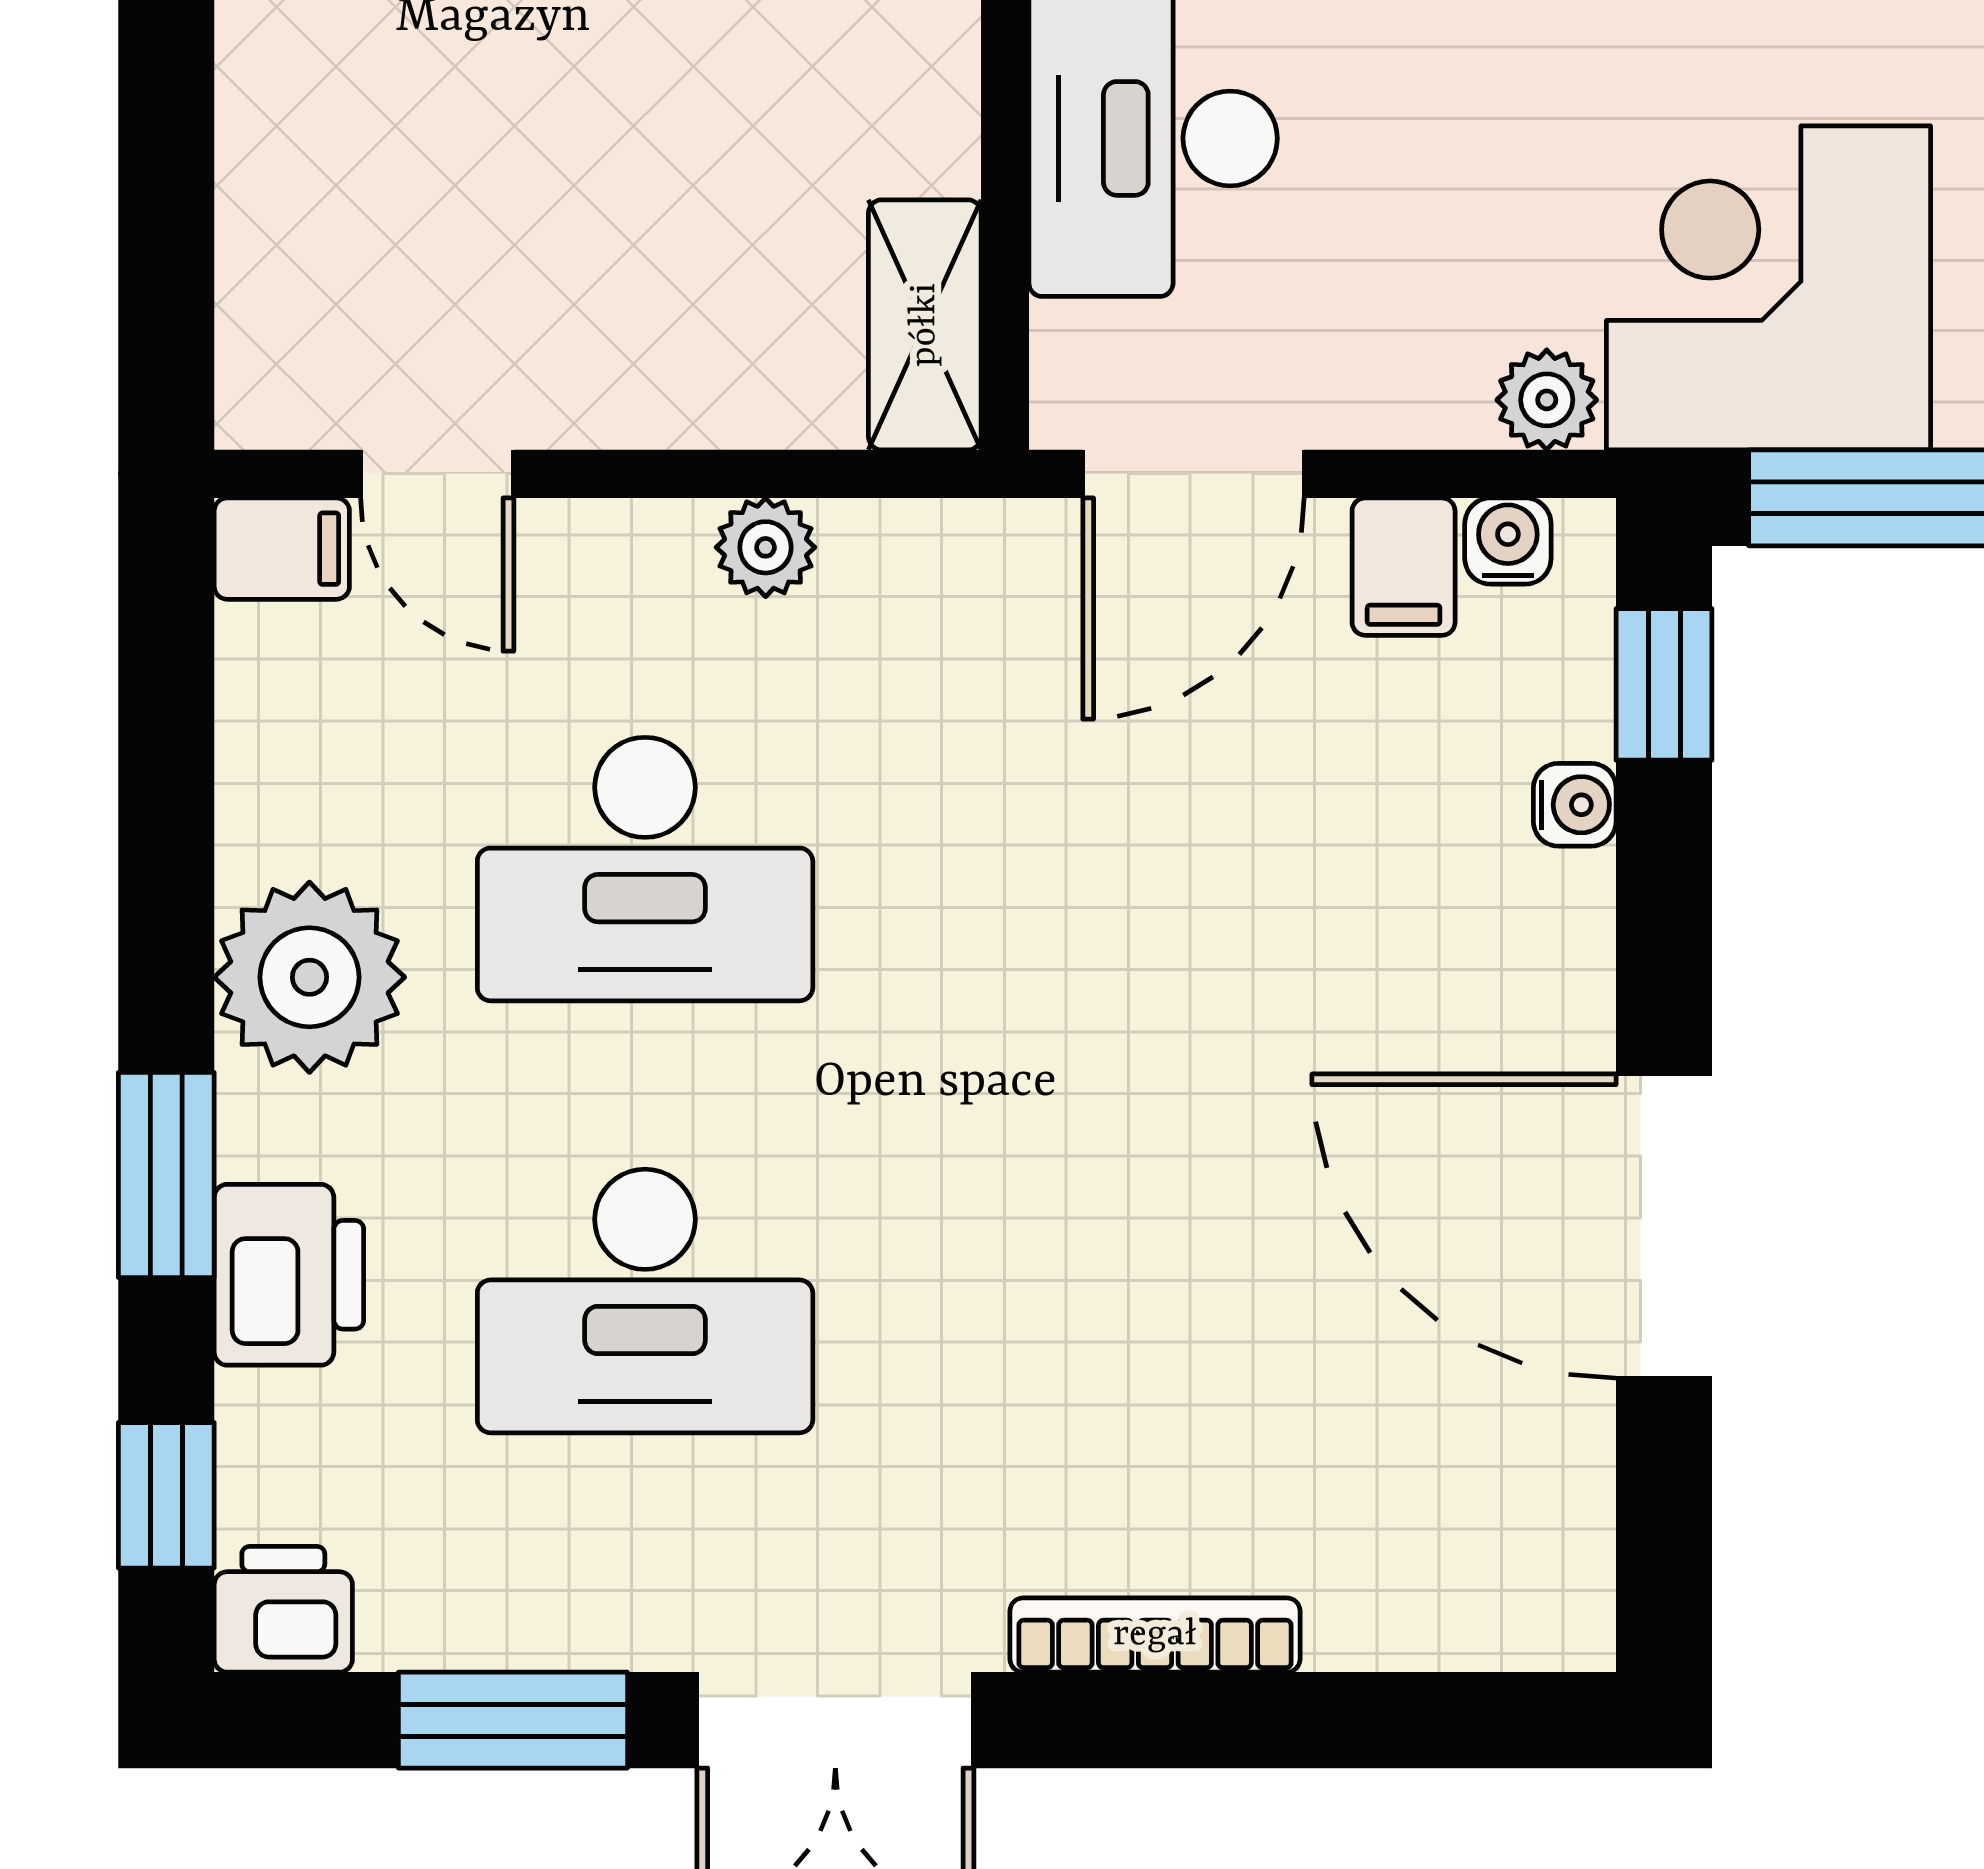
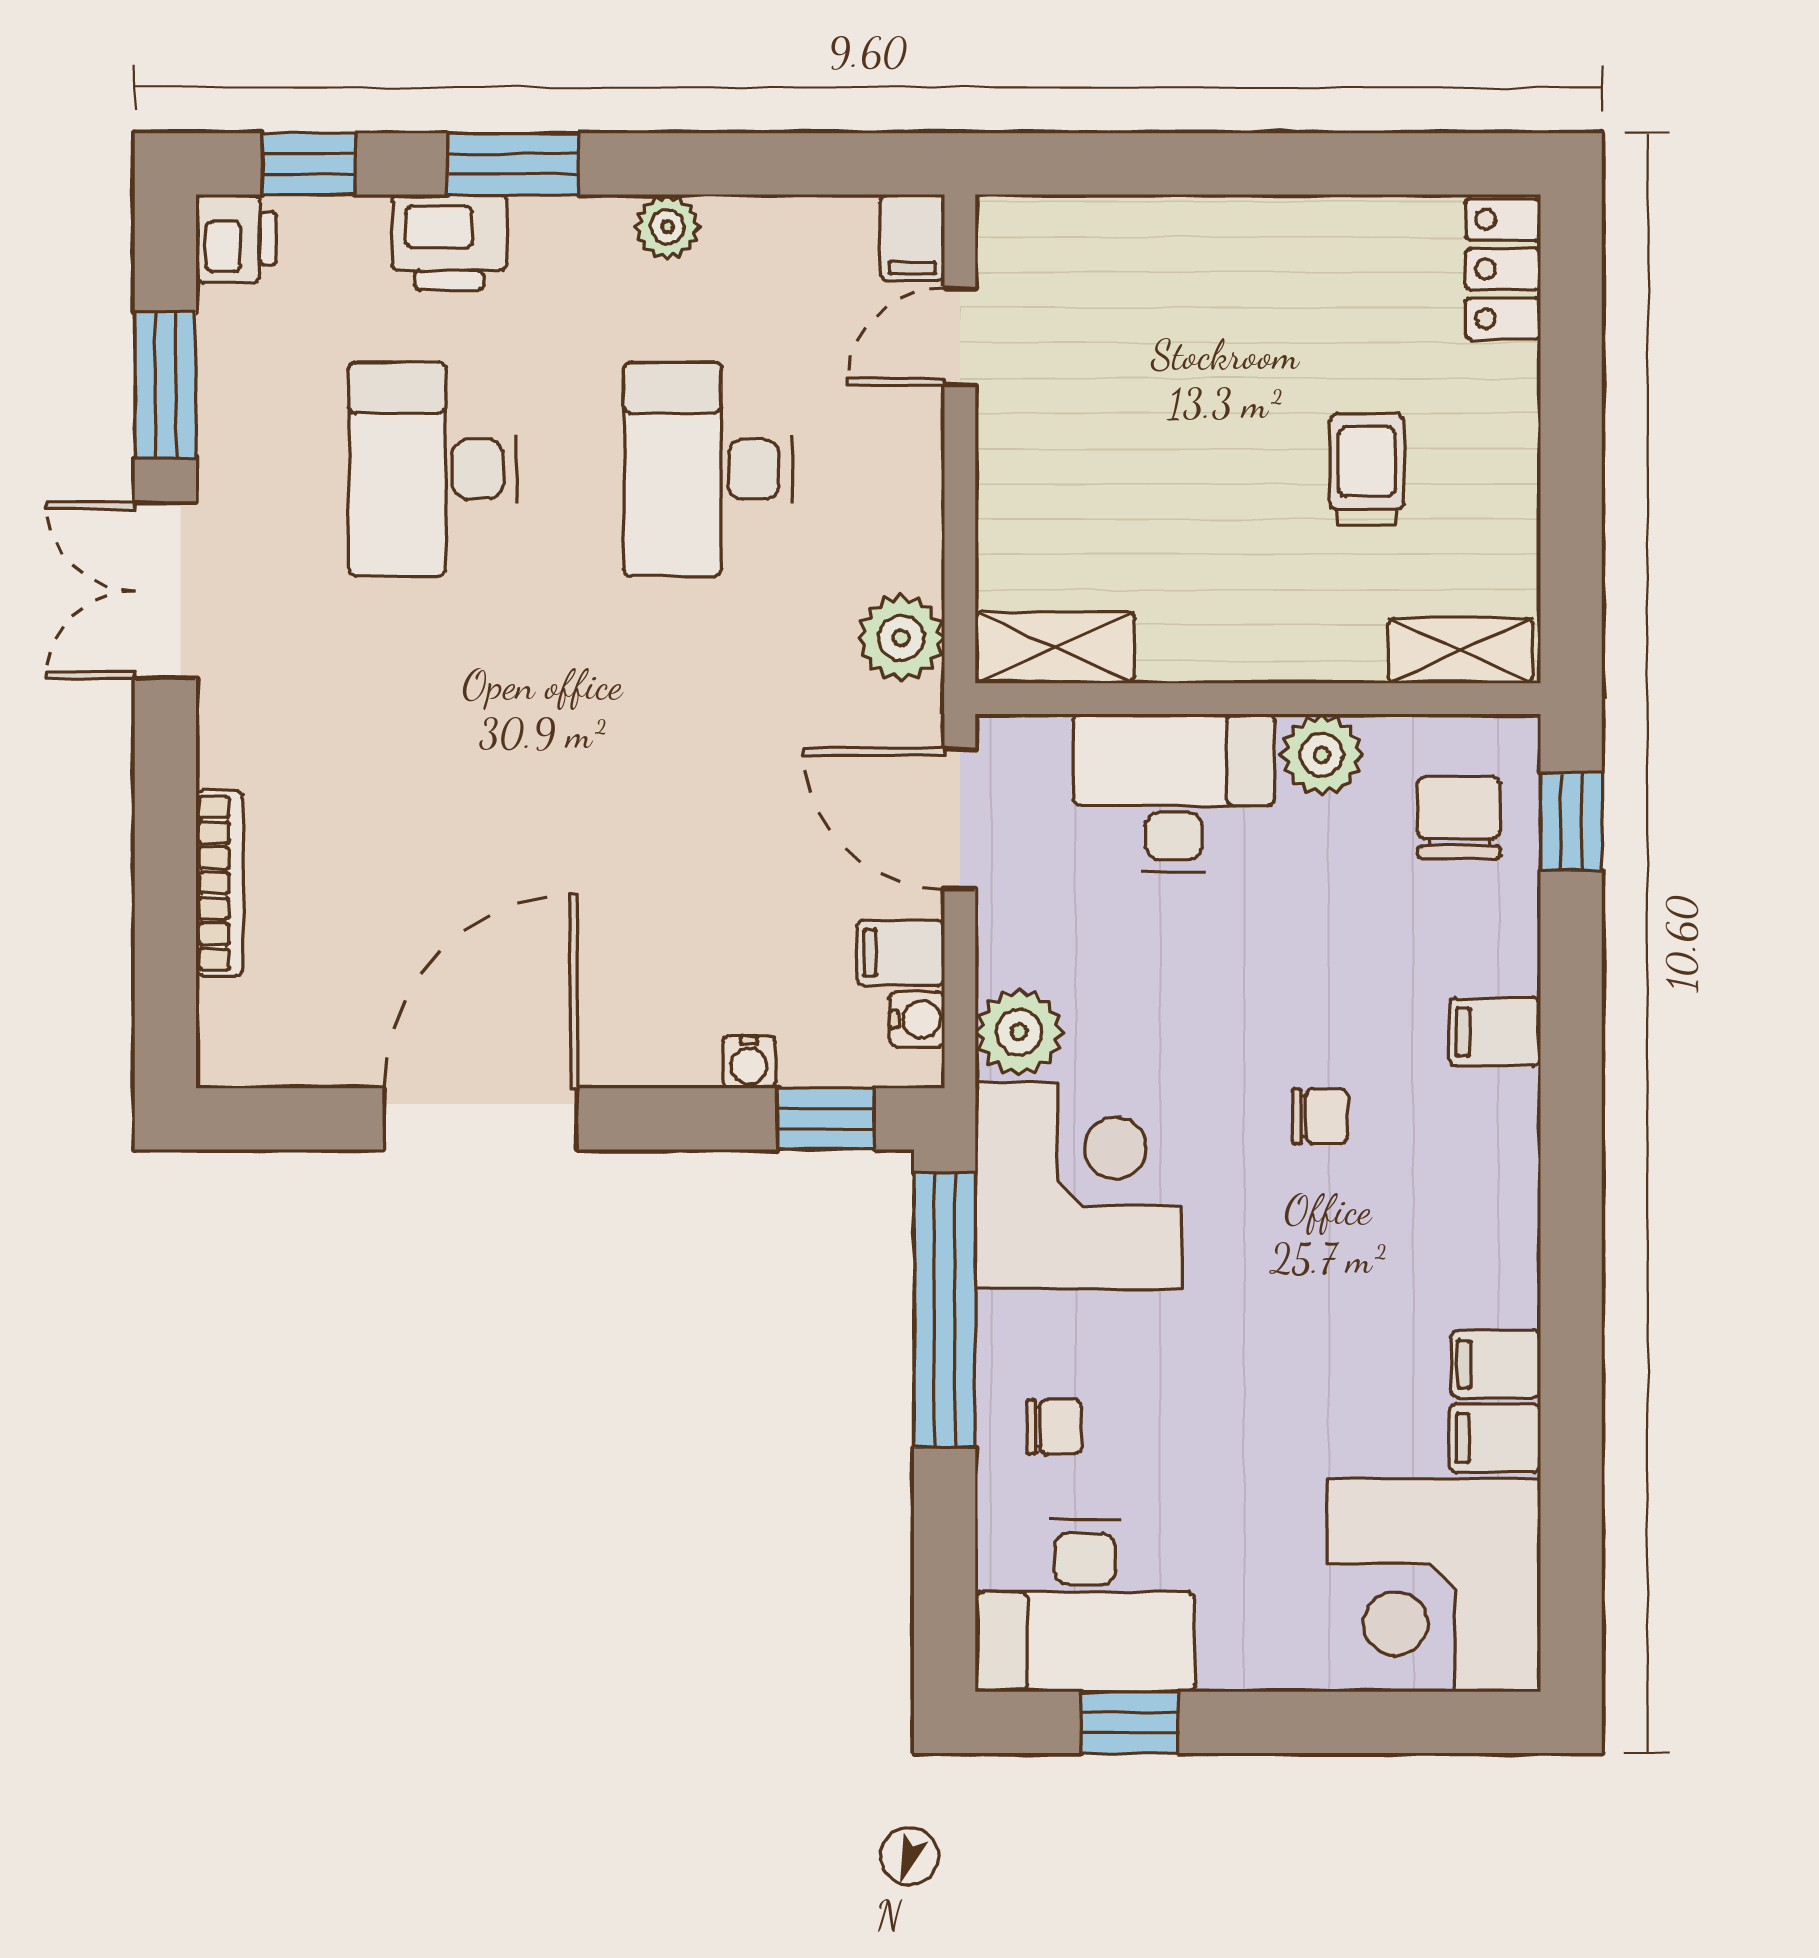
plant: (1547, 400) -> (1019, 1032), width x1.38, depth x1.38
plant: (766, 547) -> (901, 638), moved, width x1.38, depth x1.38
plant: (309, 977) -> (667, 227), width x0.53, depth x0.53
bookcase: (1155, 1635) -> (220, 883), moved

